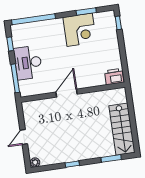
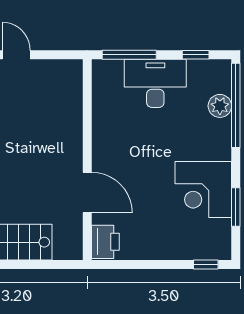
plant: (35, 27) -> (220, 106), added
door: (67, 93) -> (87, 192), moved

